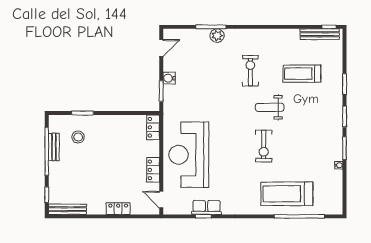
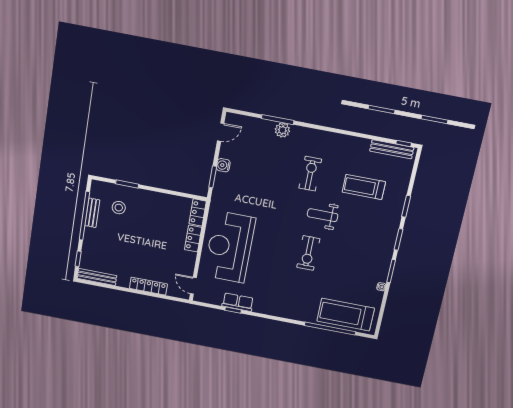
locker: (153, 170) -> (193, 239), moved
treadmill: (287, 194) -> (346, 315), moved
locker: (118, 209) -> (148, 286), width x1.53

